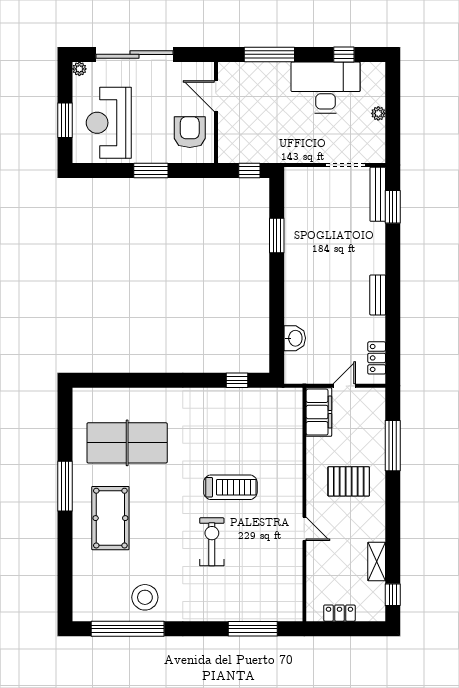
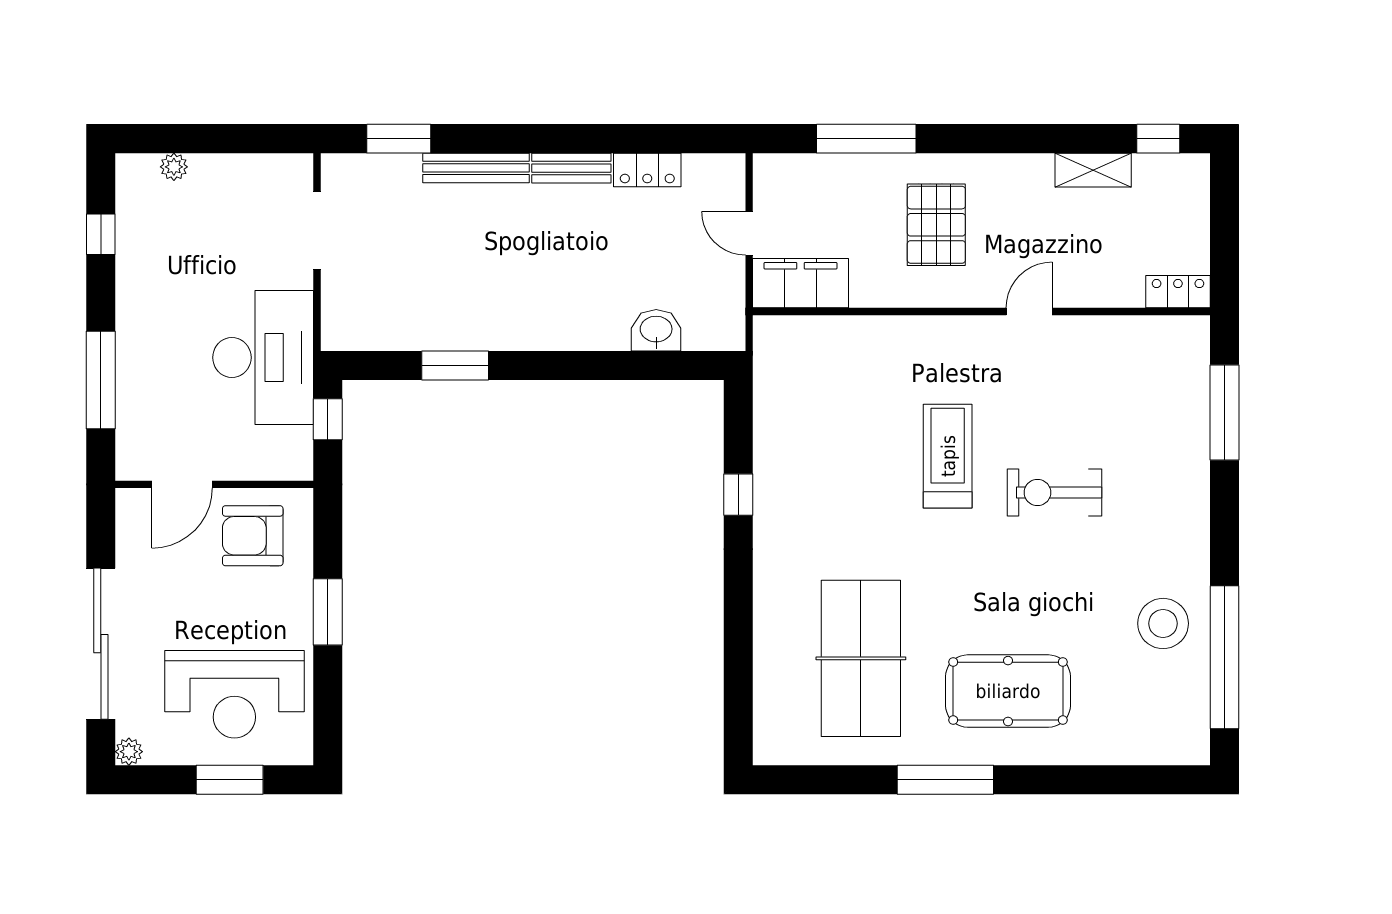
desk: (326, 88) -> (263, 358), moved, turned 180
plant: (378, 113) -> (174, 167), moved
bench: (378, 194) -> (476, 168), moved
locker: (377, 358) -> (647, 170), moved
window: (237, 380) -> (738, 495), moved
locker: (339, 613) -> (1178, 292), moved, turned 90

